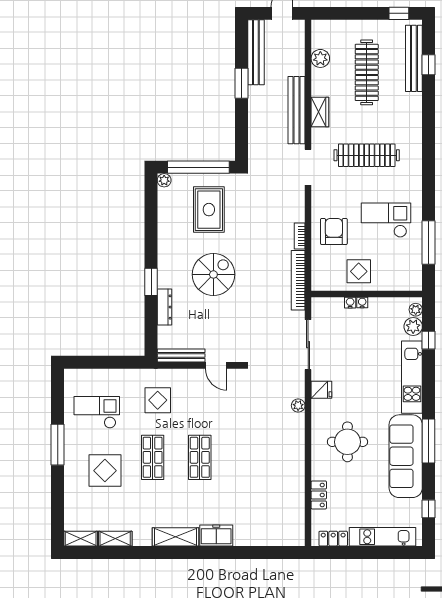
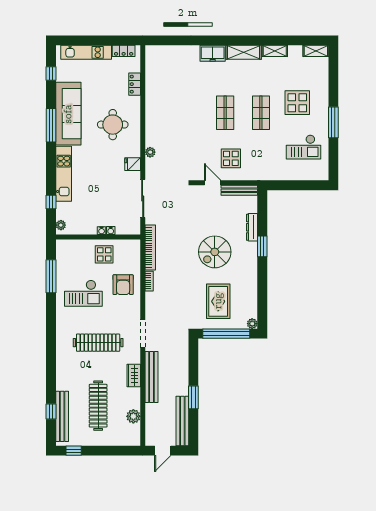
plant: (413, 327) -> (63, 212), removed
display table: (158, 400) -> (231, 158), moved
shelving: (115, 539) -> (275, 51), moved

